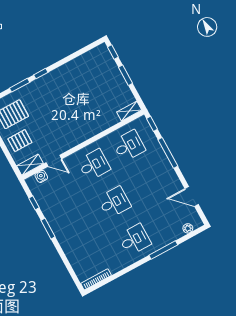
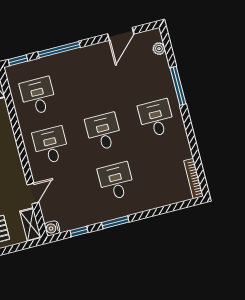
water cooler: (41, 176) -> (52, 228), moved
desk: (79, 221) -> (116, 181), added

